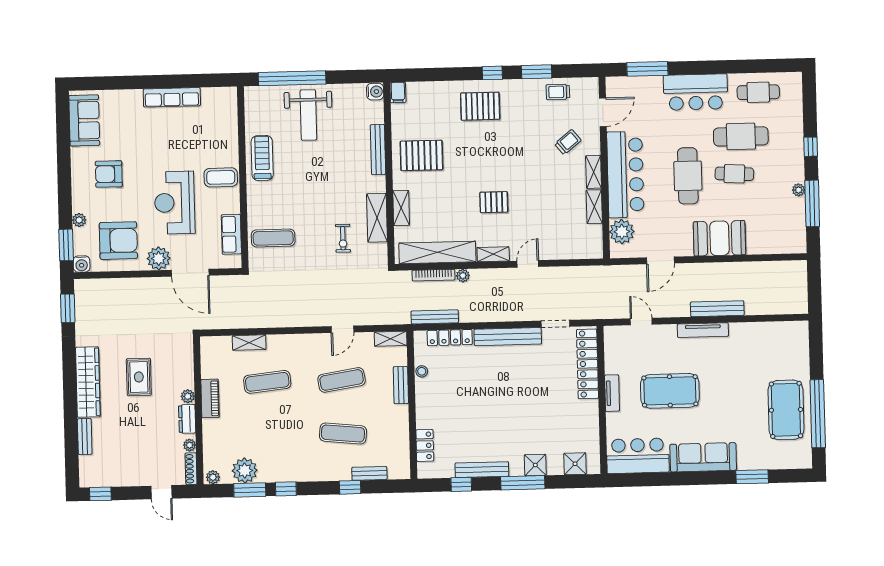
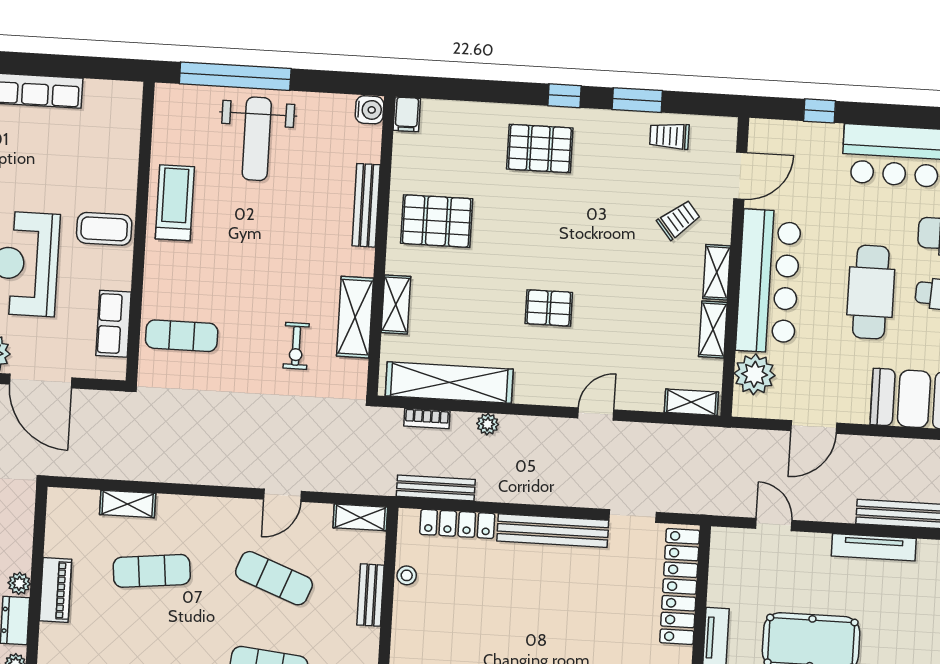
window: (647, 69) -> (819, 111), width x0.46
shelving: (493, 254) -> (691, 402), moved
bookcase: (433, 275) -> (427, 418), width x0.64
exercise mat: (342, 380) -> (274, 578), turned 30

